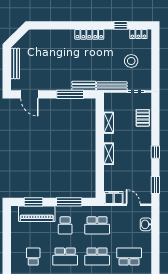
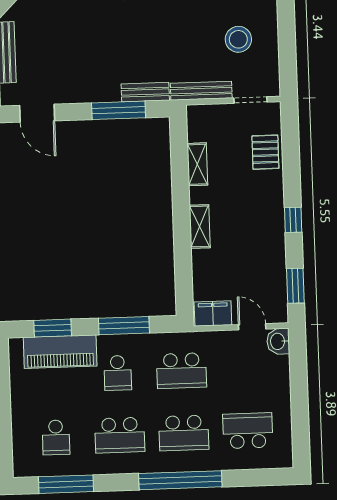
washbasin: (146, 224) -> (278, 341), moved
school desk: (33, 257) -> (56, 437), turned 180

